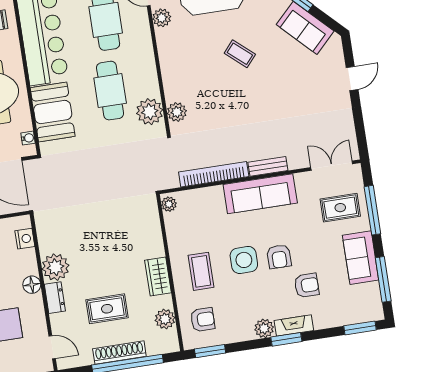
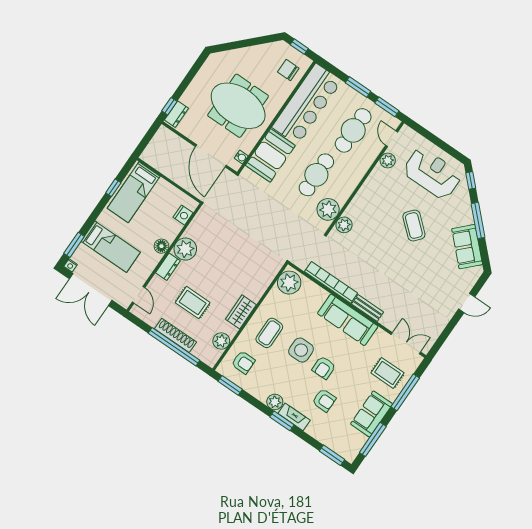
coffee table: (240, 54) -> (414, 226), width x1.36, depth x1.30
plant: (169, 204) -> (289, 283), width x1.88, depth x1.88

